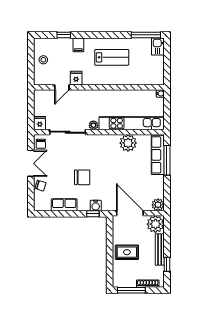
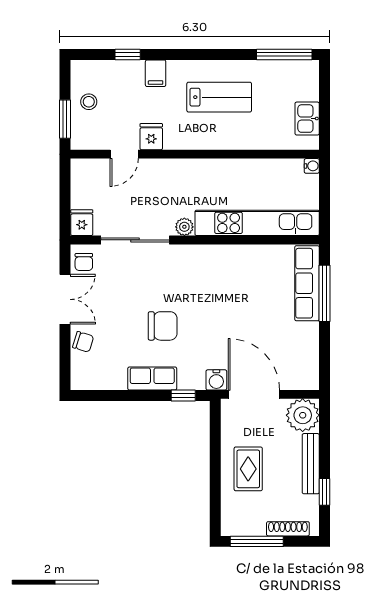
kitchen sink: (158, 46) -> (307, 119), moved
window: (31, 69) -> (65, 119), added
plant: (128, 143) -> (250, 261), removed
row of seats: (64, 205) -> (152, 379), moved
plant: (158, 205) -> (307, 378), removed
water cooler: (96, 206) -> (216, 380), moved
rug: (127, 252) -> (248, 469), turned 90

